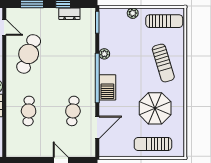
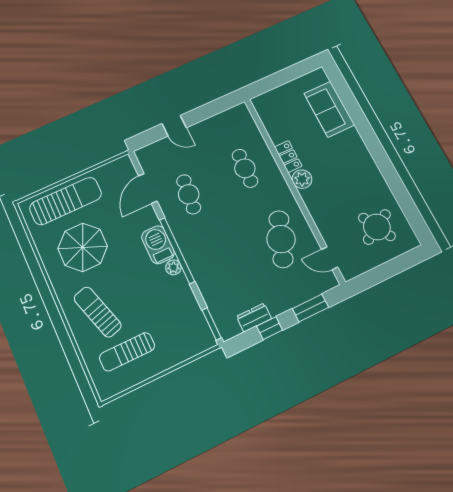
plant: (133, 13) -> (169, 360), removed
sun lounger: (164, 21) -> (127, 352), moved
plant: (104, 54) -> (173, 267), moved
sun lounger: (153, 144) -> (66, 201), width x1.36, depth x1.34

